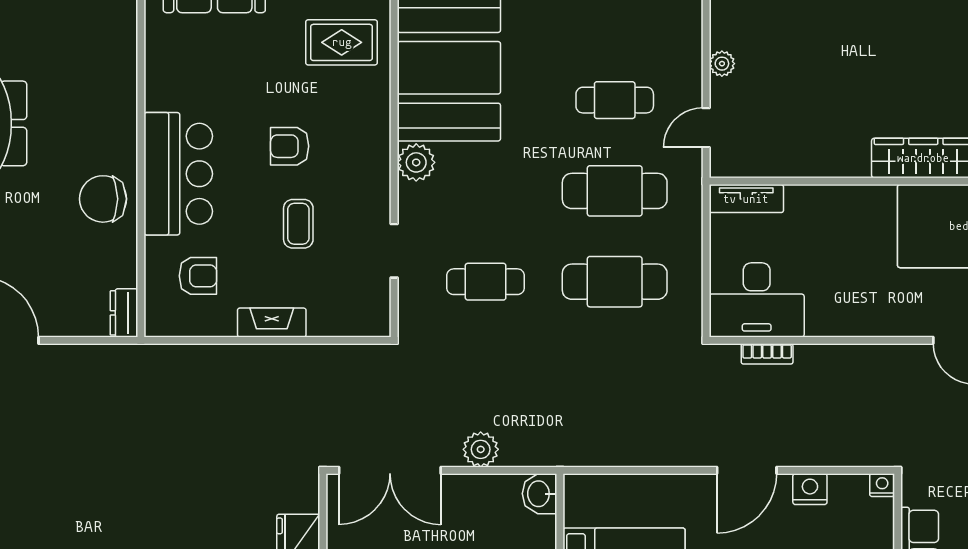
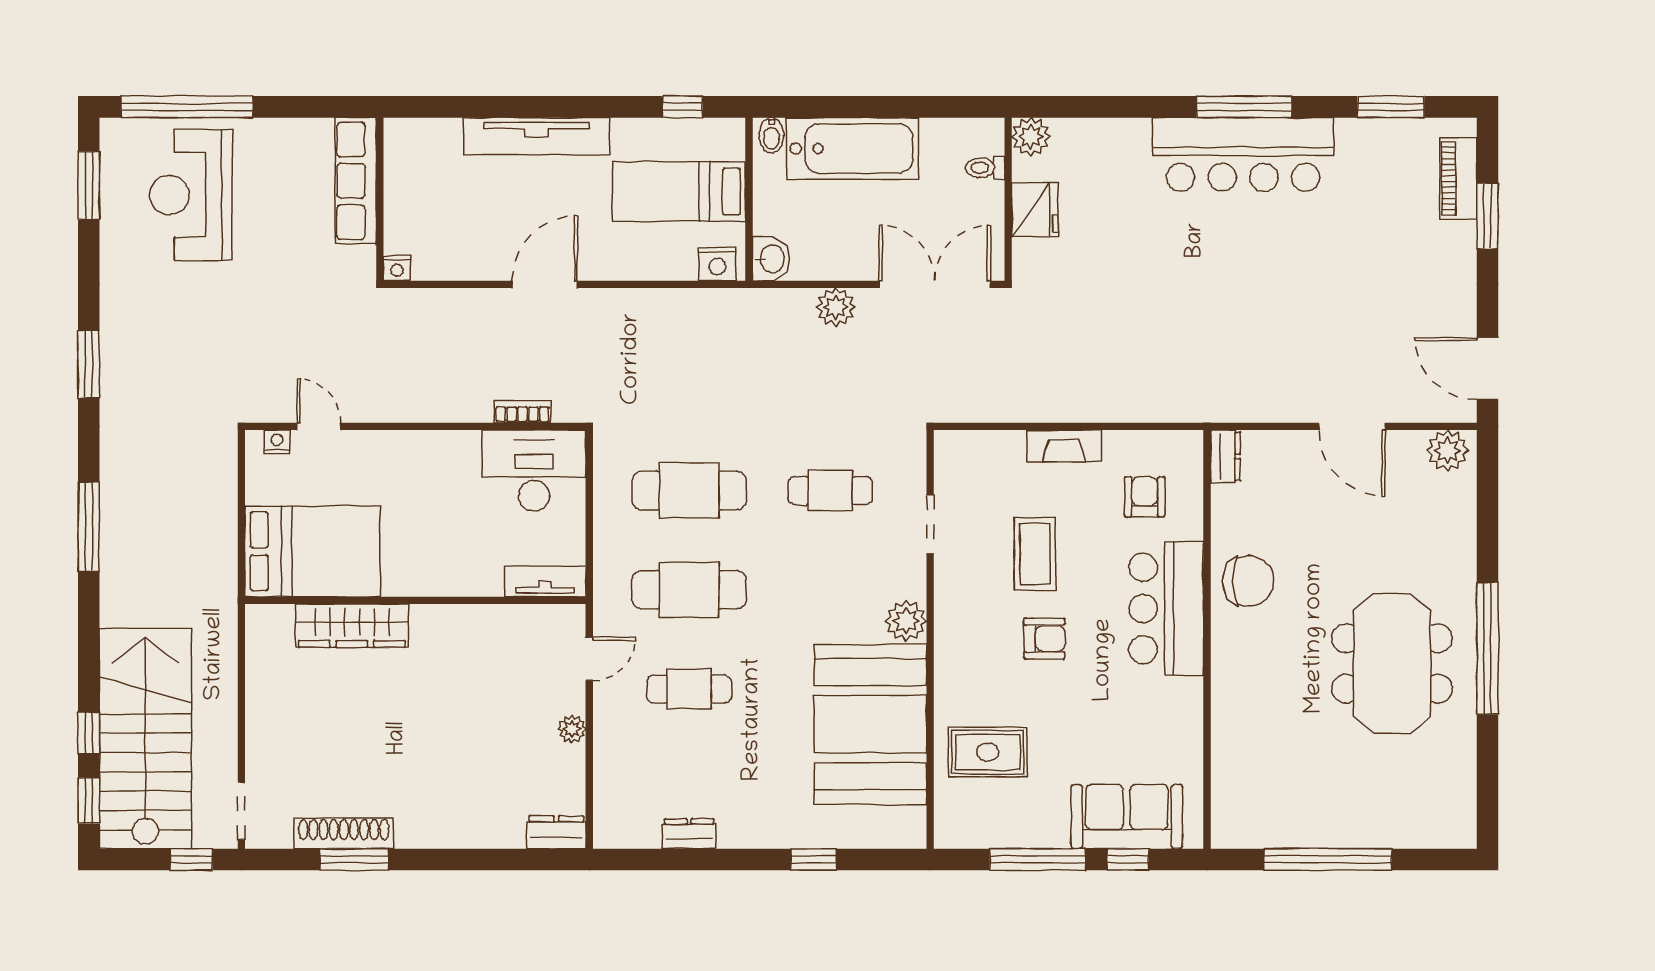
coffee table: (298, 224) -> (1035, 554), width x1.36, depth x1.30
armchair: (198, 276) -> (1145, 497), turned 90
nightstand: (810, 489) -> (717, 264), moved

